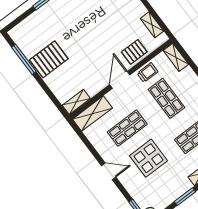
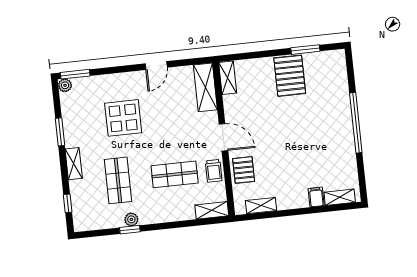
window: (24, 59) -> (305, 50), width x0.69
shop shelf: (127, 128) -> (168, 115), removed
door: (109, 171) -> (156, 66), moved

